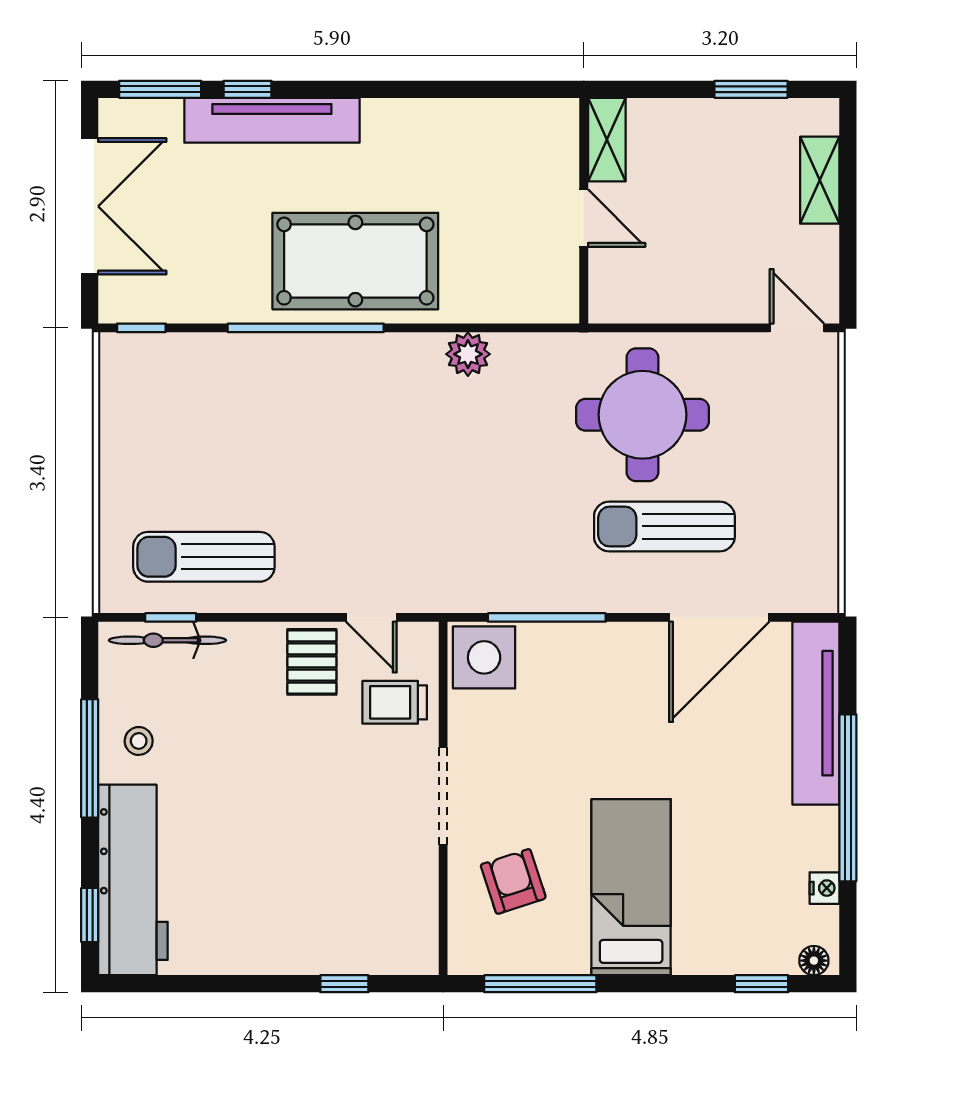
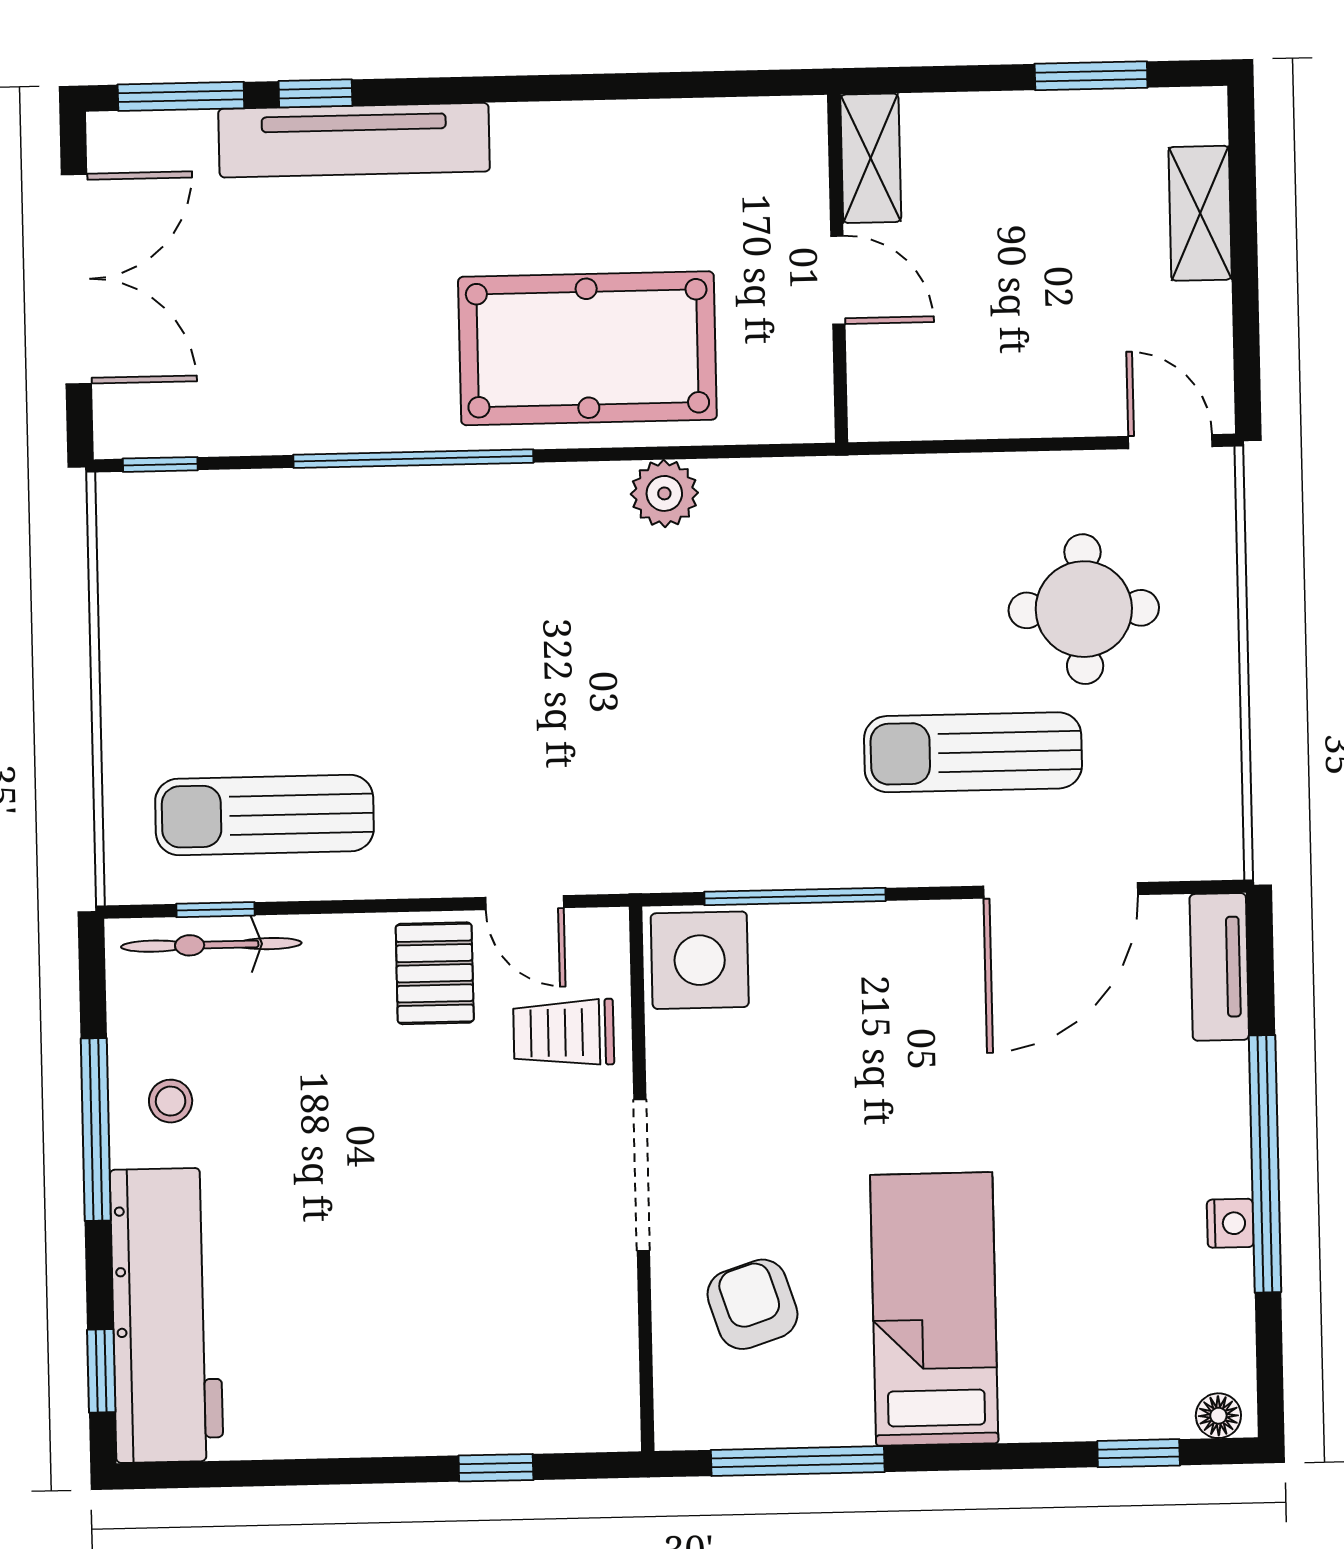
pool table: (355, 261) -> (587, 348), moved
round table: (642, 415) -> (1084, 609), moved, width x0.73, depth x0.73
tv unit: (816, 713) -> (1219, 967), width x0.52, depth x0.78
nightstand: (824, 888) -> (1230, 1223), moved

